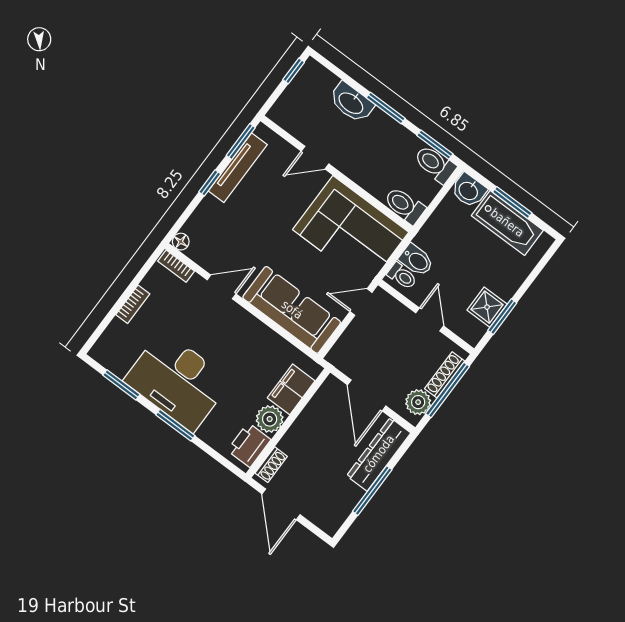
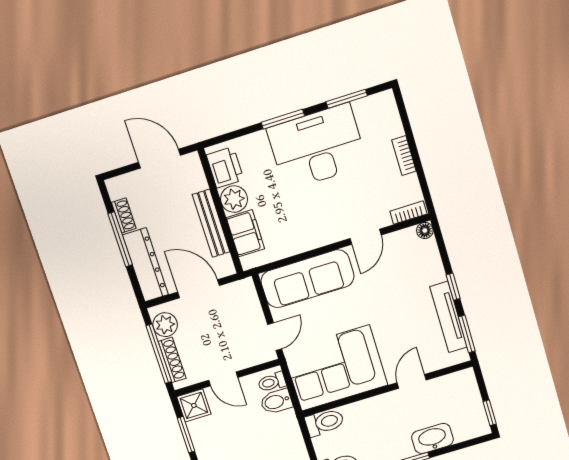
shower: (487, 307) -> (194, 405), moved
bench: (304, 424) -> (211, 223), added
shoe rack: (271, 465) -> (124, 215), moved, turned 180

